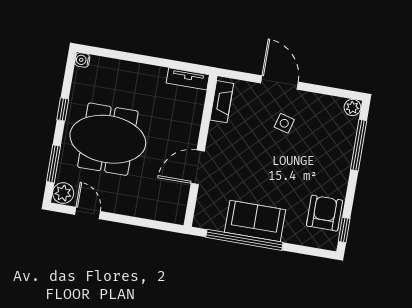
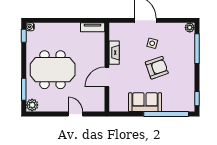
fireplace: (222, 102) -> (114, 53), moved
window: (63, 109) -> (24, 36), moved
door: (88, 213) -> (75, 114), moved
armchair: (325, 213) -> (157, 68), moved, turned 71
window: (244, 240) -> (166, 114), moved

